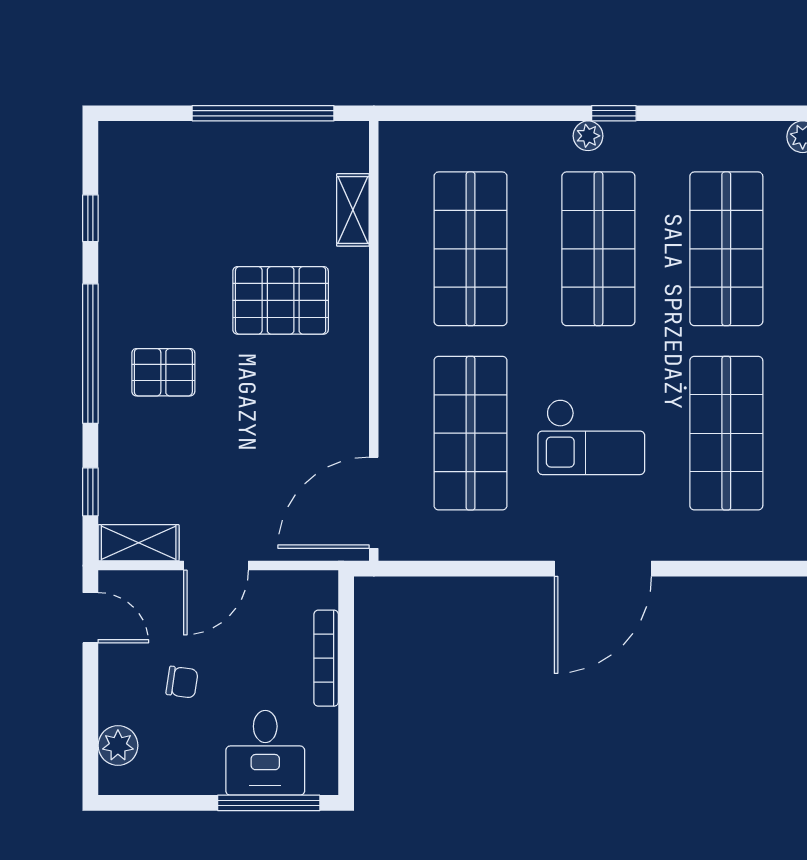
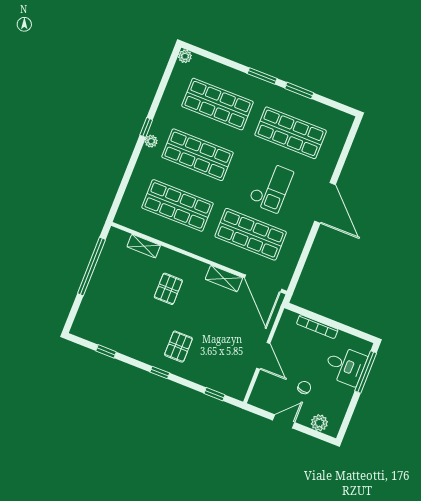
pallet: (281, 300) -> (168, 289), width x0.67, depth x0.71
window: (90, 354) -> (160, 373), width x0.32
shelving: (139, 543) -> (224, 279), moved, turned 90
door: (90, 618) -> (284, 421), moved

